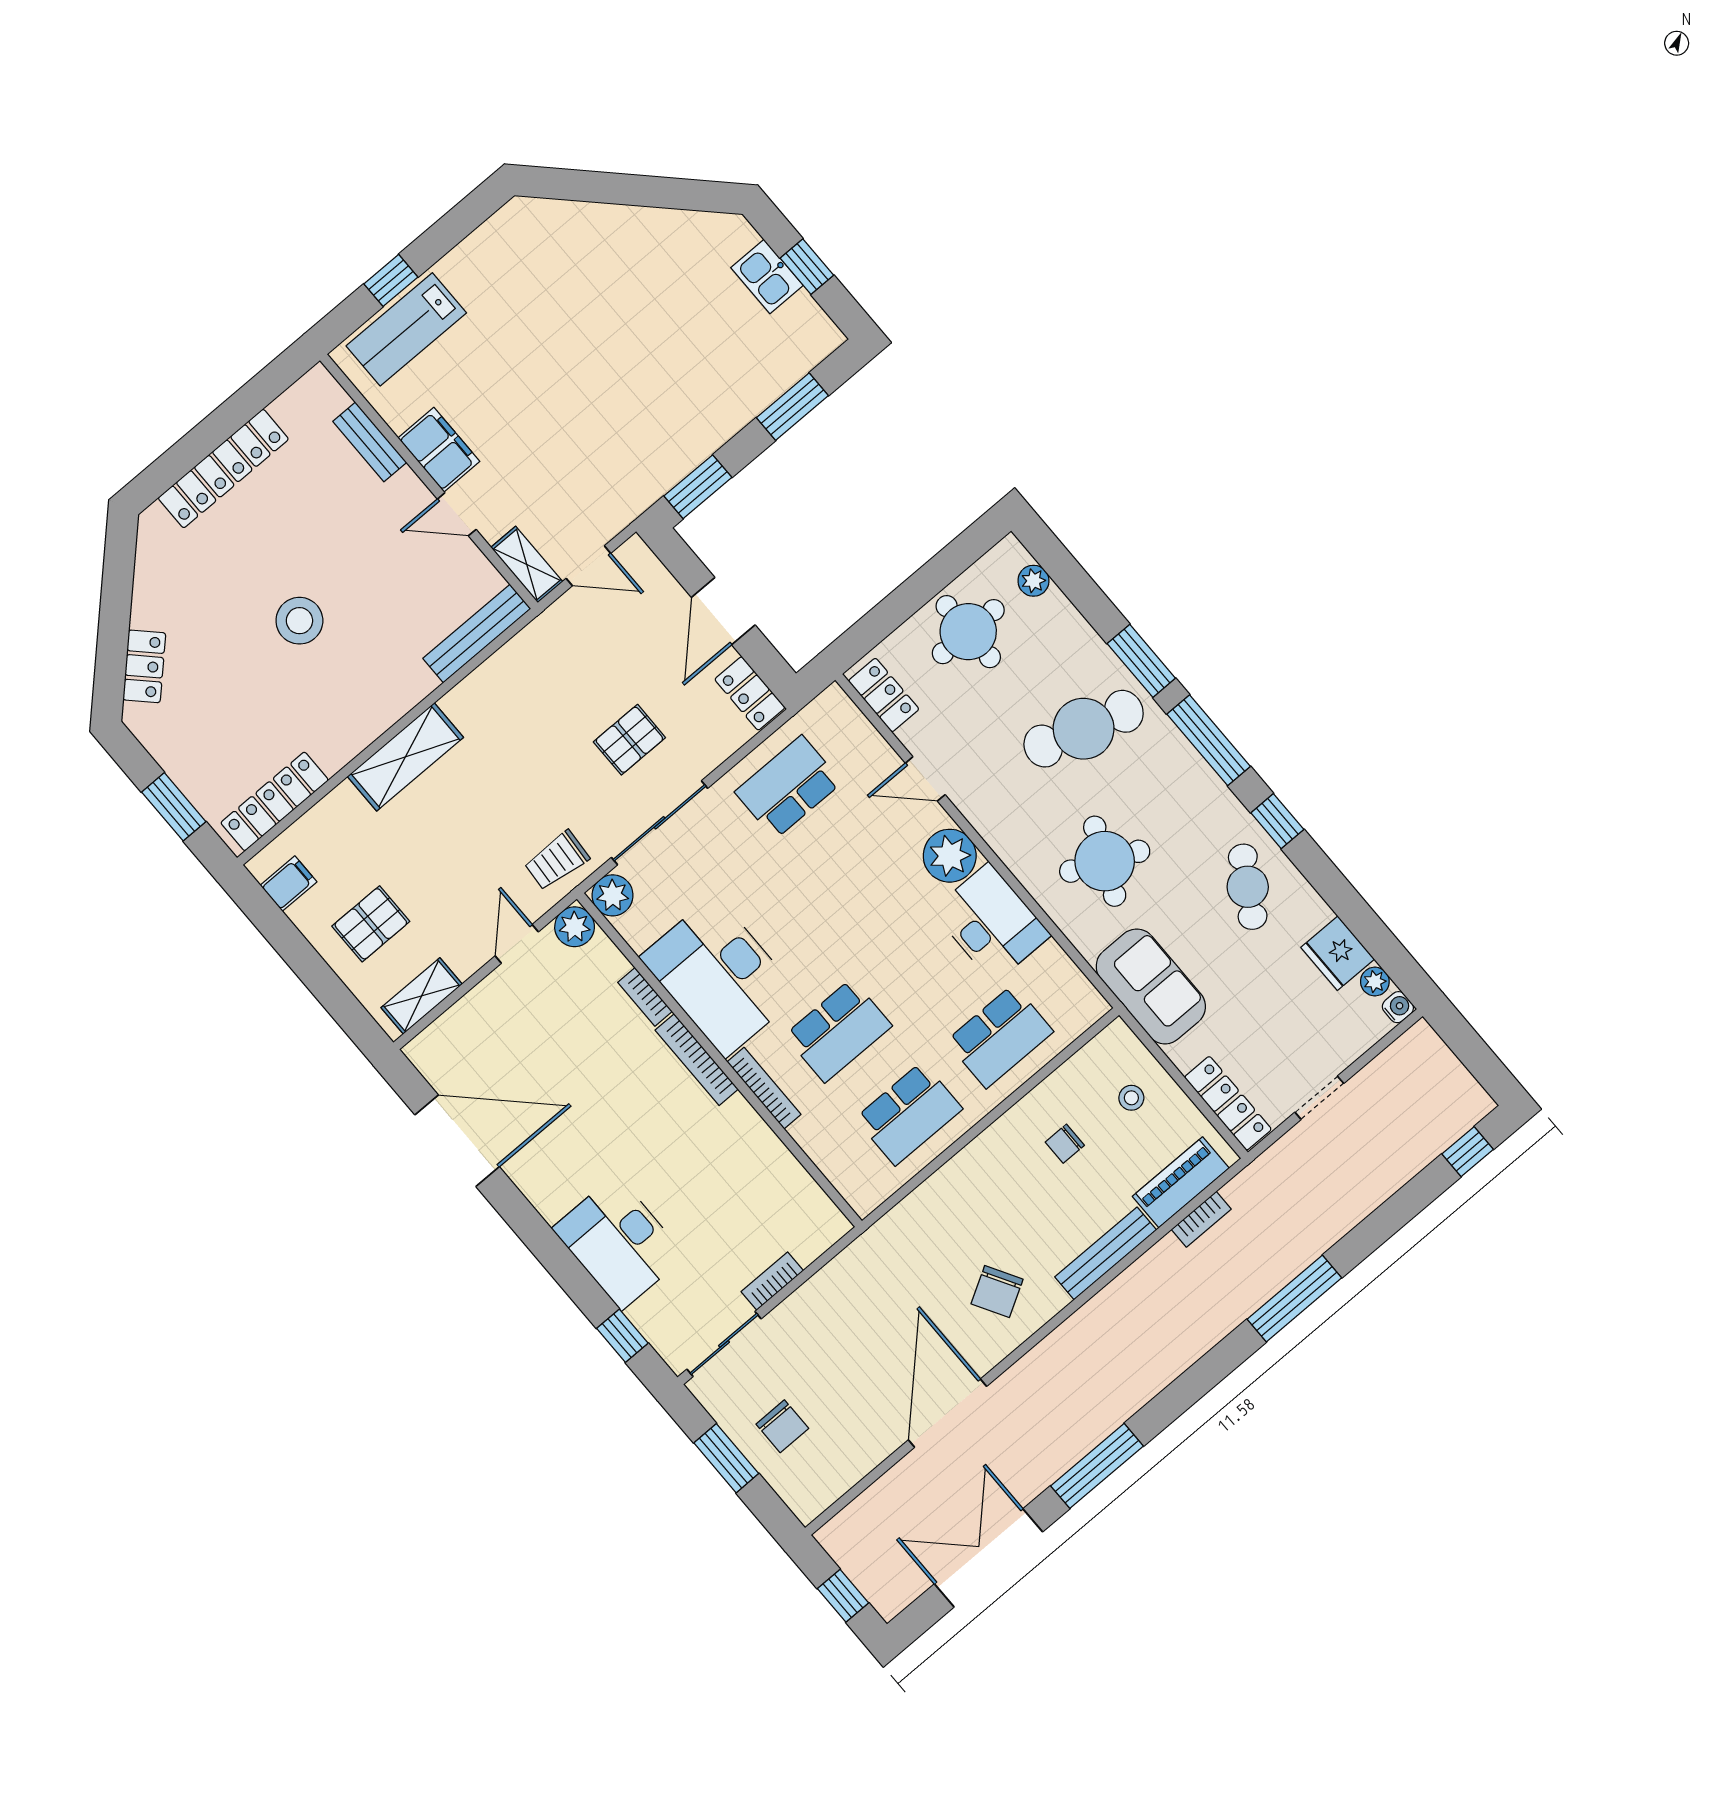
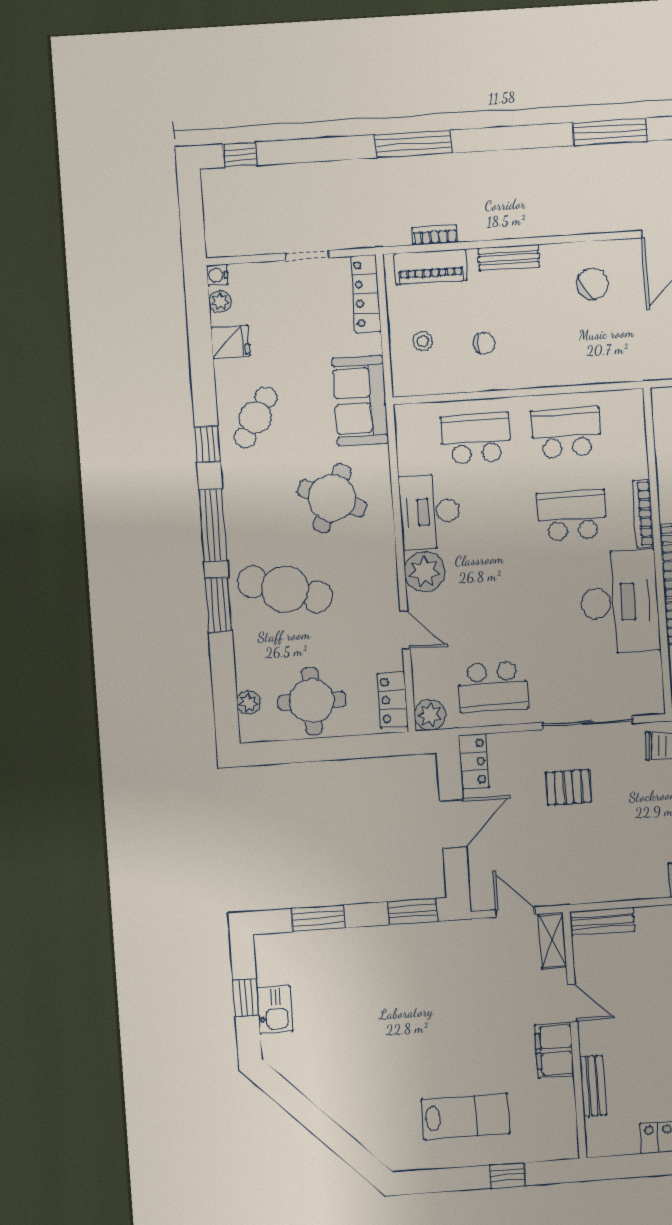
lab bench: (406, 329) -> (466, 1116), moved
bench: (477, 634) -> (602, 921), width x0.73
plant: (613, 895) -> (430, 715), moved
fridge: (1338, 953) -> (230, 342), width x0.72
bench: (1106, 1253) -> (509, 258), width x0.73

